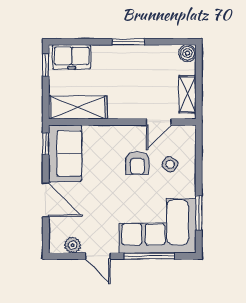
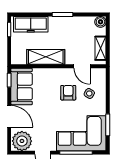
freezer: (72, 57) -> (31, 24), width x1.40
shelving: (78, 107) -> (46, 57), moved
door: (159, 122) -> (82, 66), hinge flipped
armchair: (137, 163) -> (68, 93), turned 180
plant: (73, 245) -> (22, 141), width x1.87, depth x1.87

